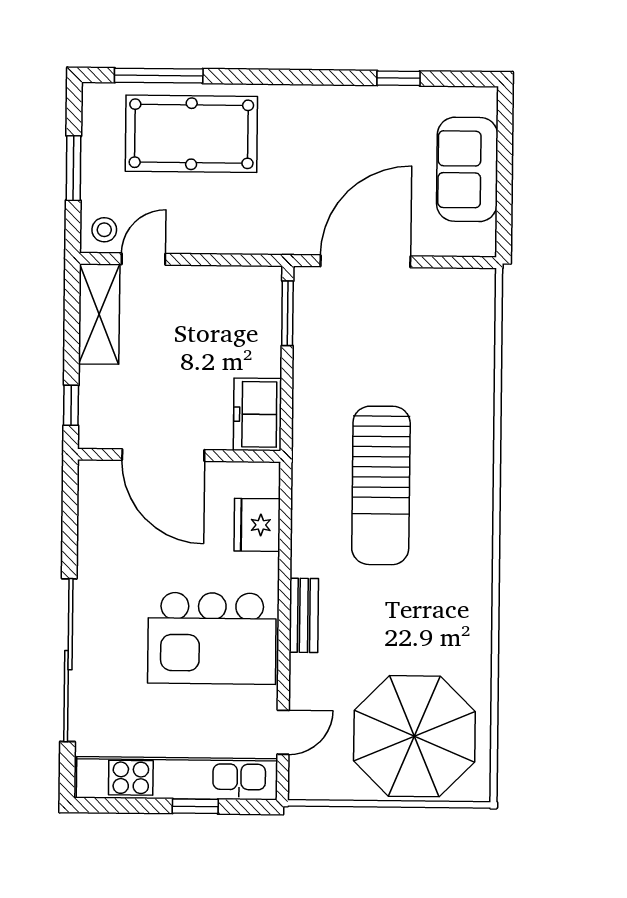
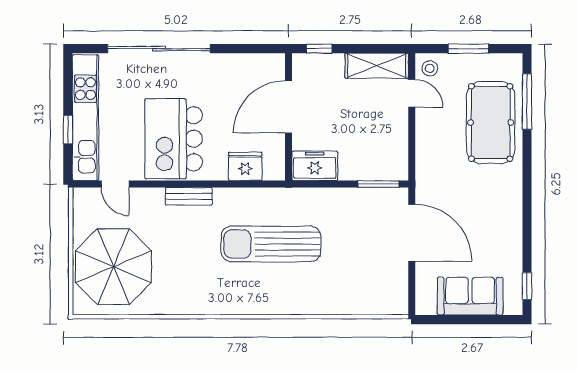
window: (398, 78) -> (527, 286), moved

